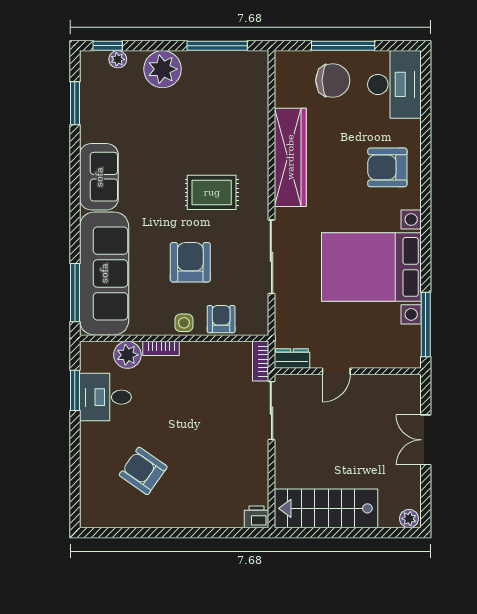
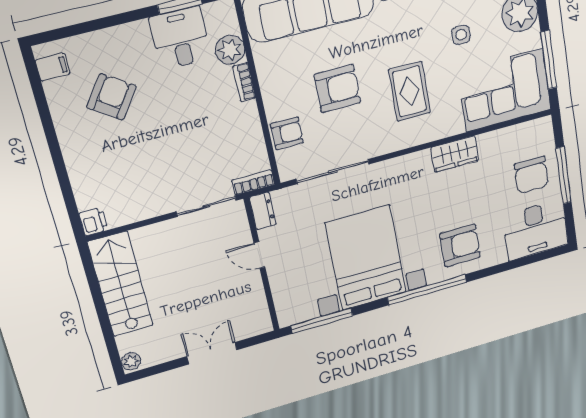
corner sofa: (236, 96) -> (505, 90), added
wardrobe: (290, 157) -> (455, 154), width x0.48, depth x0.85
armchair: (387, 167) -> (460, 245), turned 90
window: (426, 210) -> (427, 290), added
sliding door: (271, 257) -> (333, 172), moved
side table: (184, 323) -> (461, 35), moved
filing cabinet: (103, 515) -> (53, 67), added

